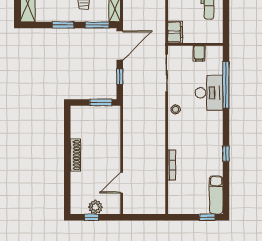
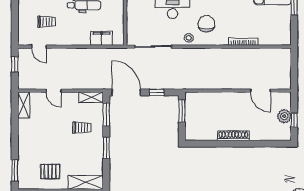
filing cabinet: (175, 32) -> (102, 38), moved
filing cabinet: (199, 53) -> (134, 15), removed
chair: (190, 127) -> (206, 24), added

